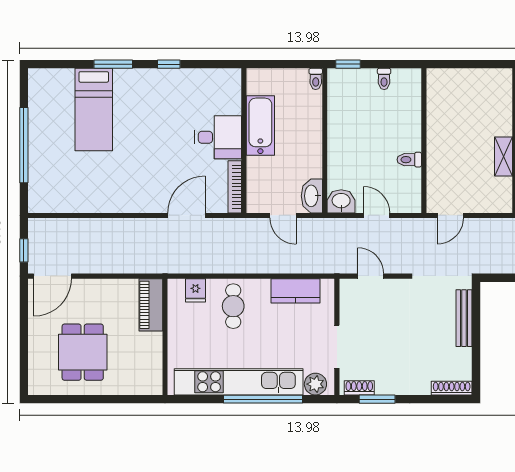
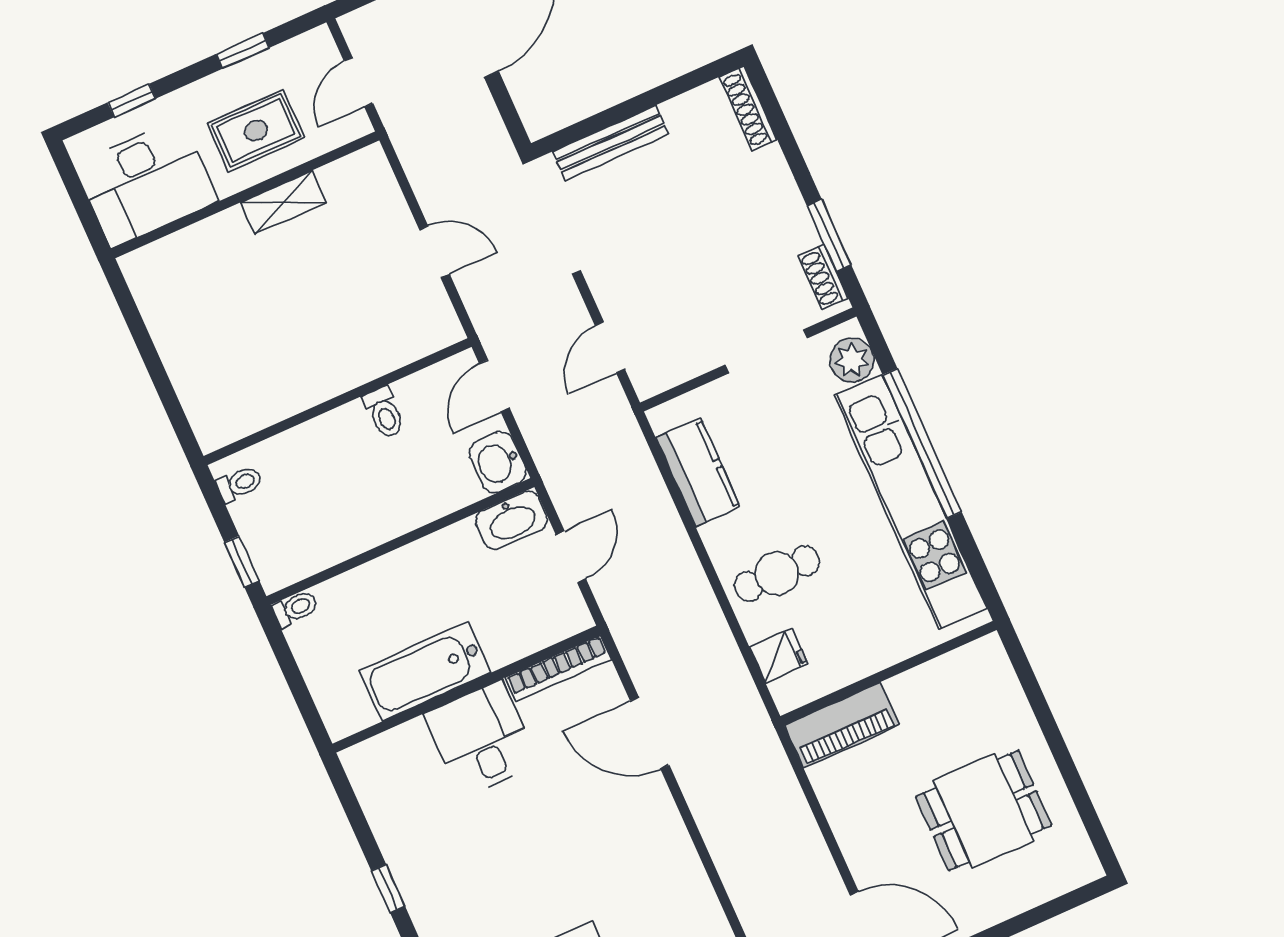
wall: (424, 141) -> (338, 401), moved
toilet: (409, 160) -> (384, 412), moved

